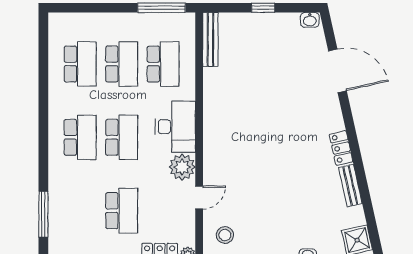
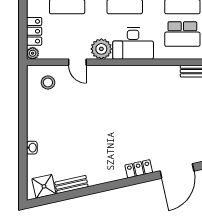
locker: (341, 148) -> (139, 169), moved
bench: (350, 186) -> (71, 184), moved

